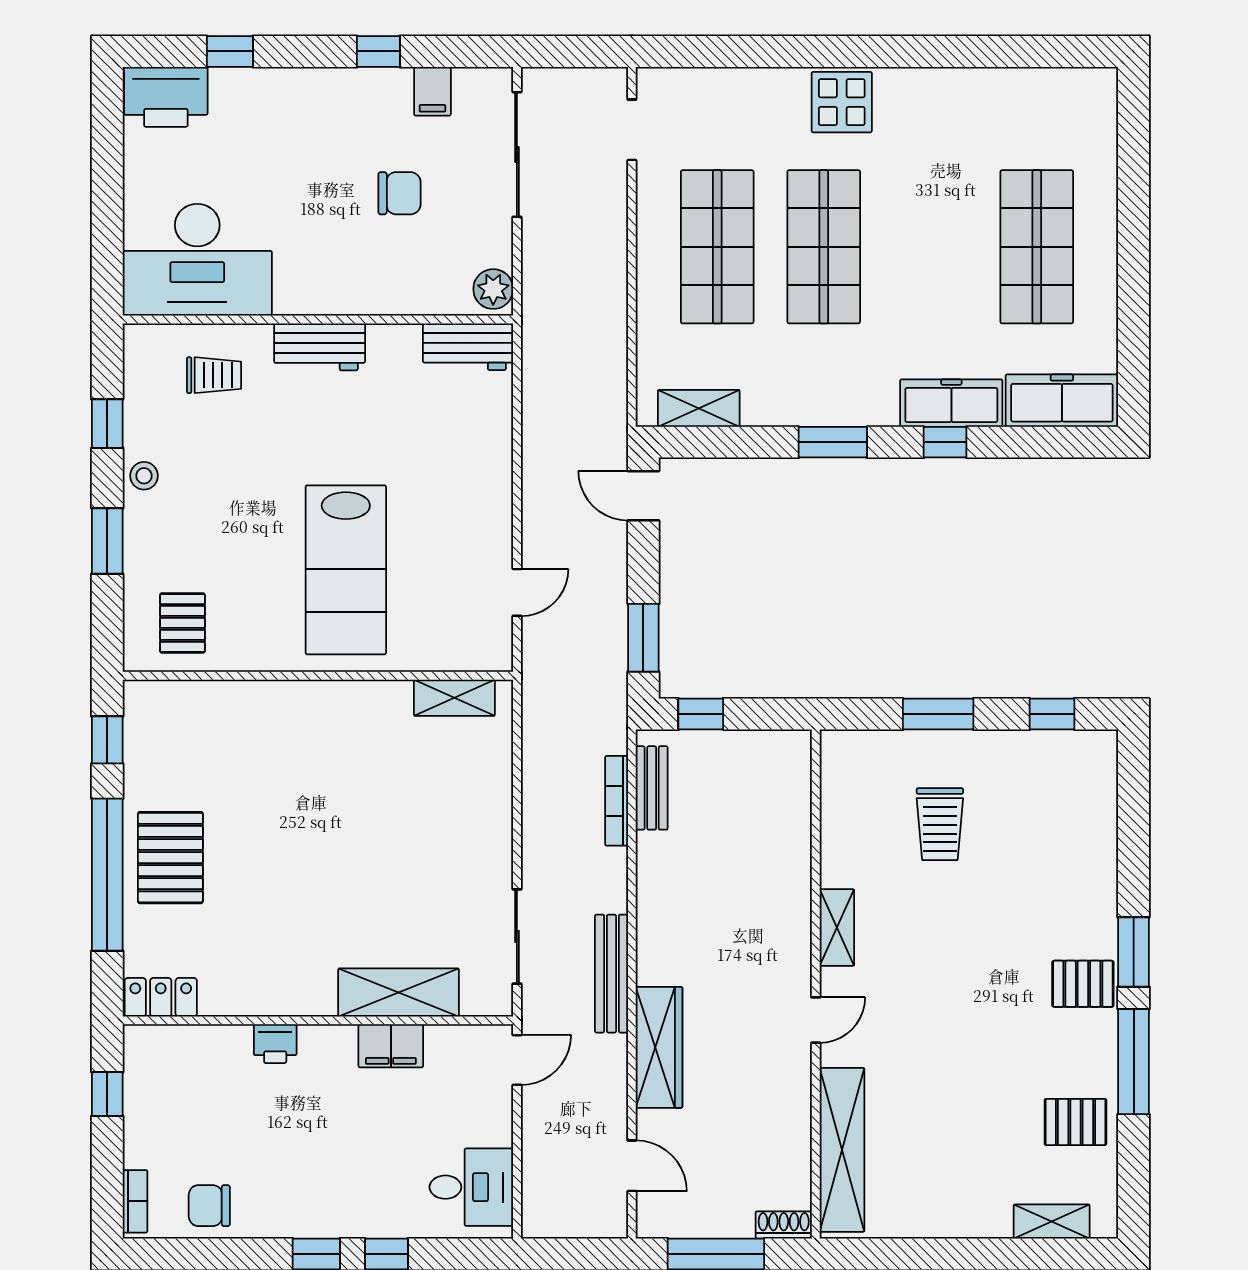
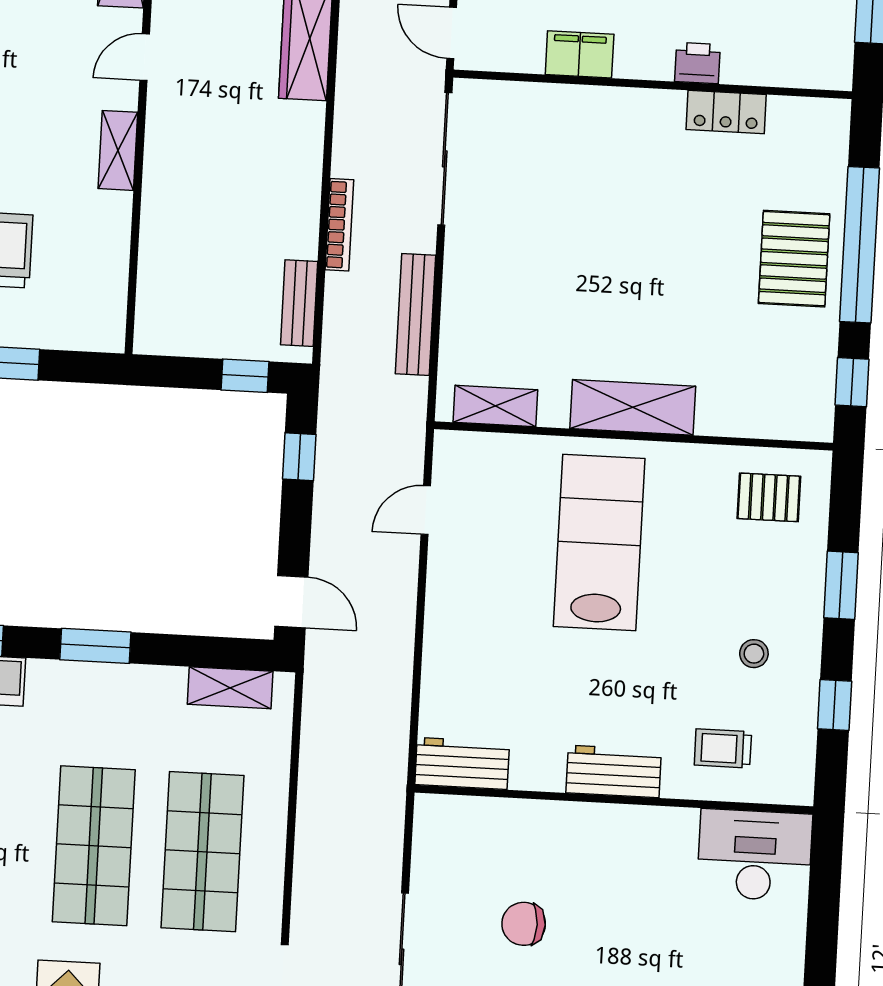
desk: (197, 260) -> (755, 855), width x0.73, depth x0.77
plant: (493, 289) -> (433, 821), removed
stool: (144, 476) -> (754, 654), moved
pallet: (182, 623) -> (769, 497), turned 90
window: (643, 638) -> (299, 457), width x0.67
bookcase: (617, 801) -> (339, 225), moved
sliding door: (517, 937) -> (445, 159), width x1.37
bench: (612, 974) -> (416, 315), moved
shelving: (399, 992) -> (633, 407), moved
locker: (161, 997) -> (726, 112), moved
door: (517, 1060) -> (452, 33), hinge flipped

